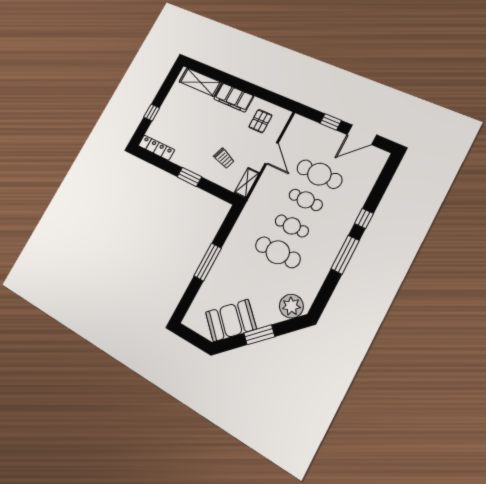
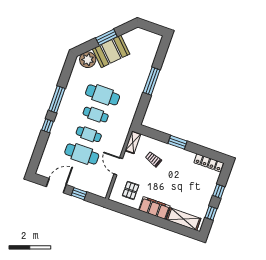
window: (166, 87) -> (211, 213), added
booth: (231, 320) -> (111, 51), moved

